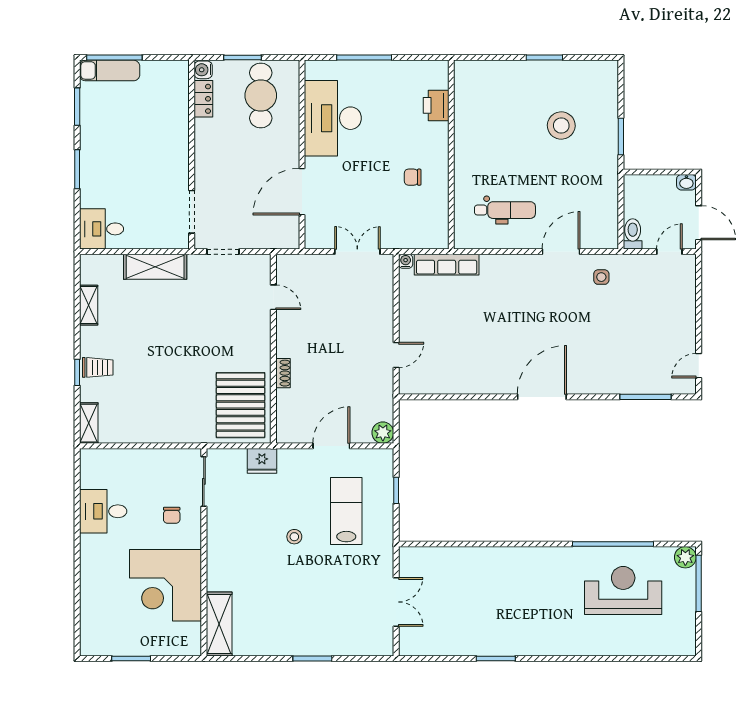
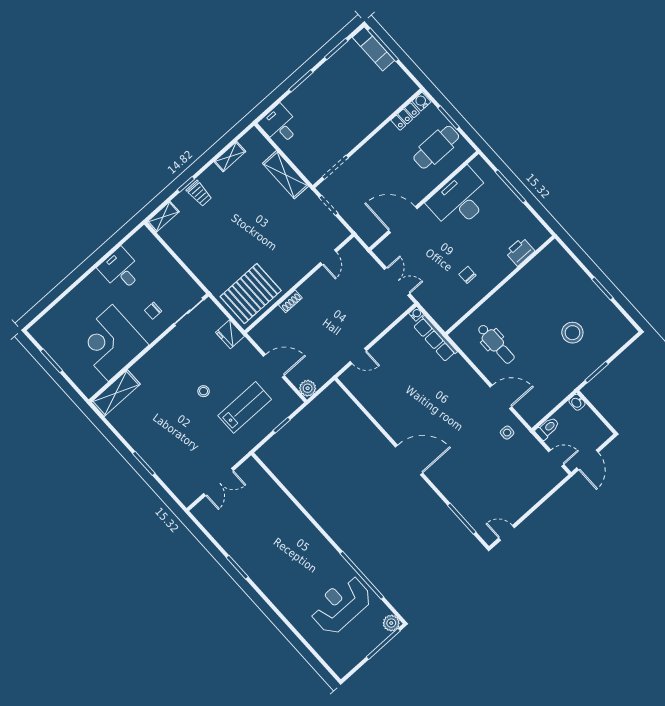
washbasin: (686, 182) -> (577, 402), moved
reception desk: (623, 590) -> (341, 605), turned -90

